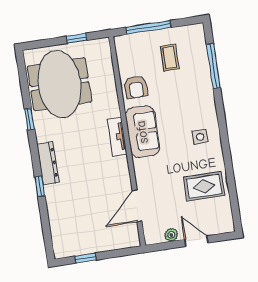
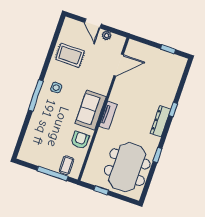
coffee table: (170, 58) -> (66, 165), moved
window: (213, 66) -> (36, 95), moved

